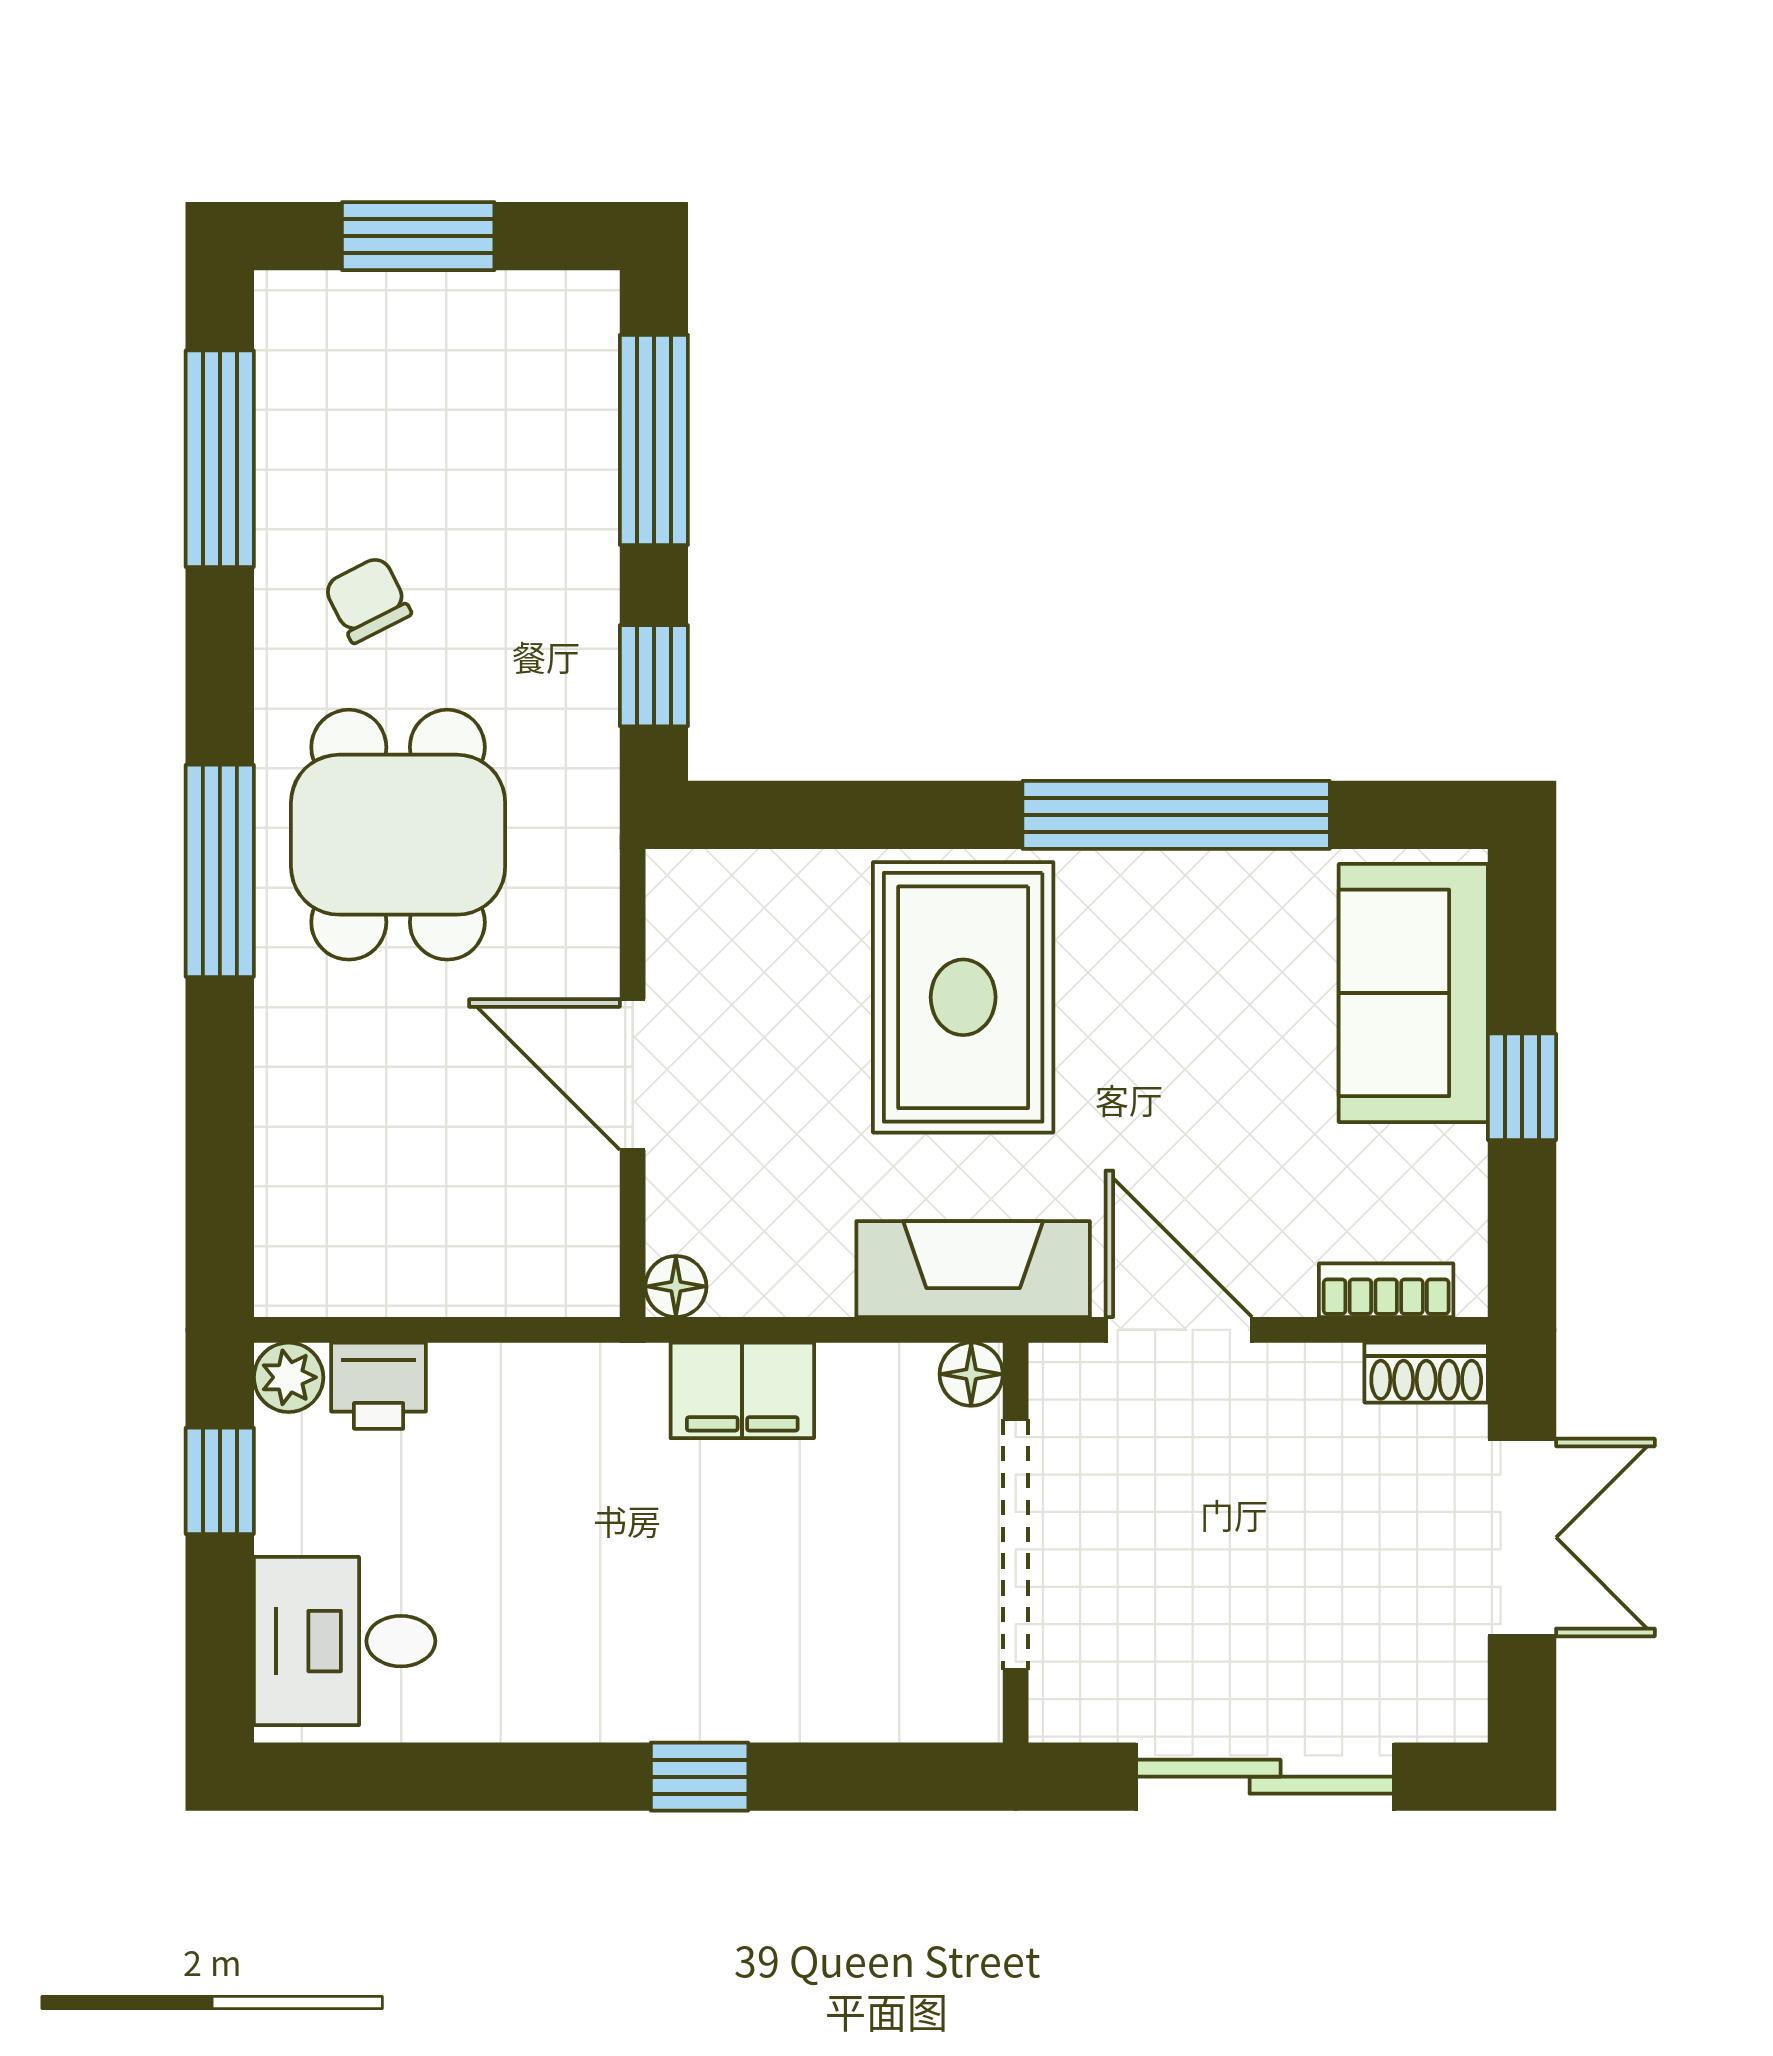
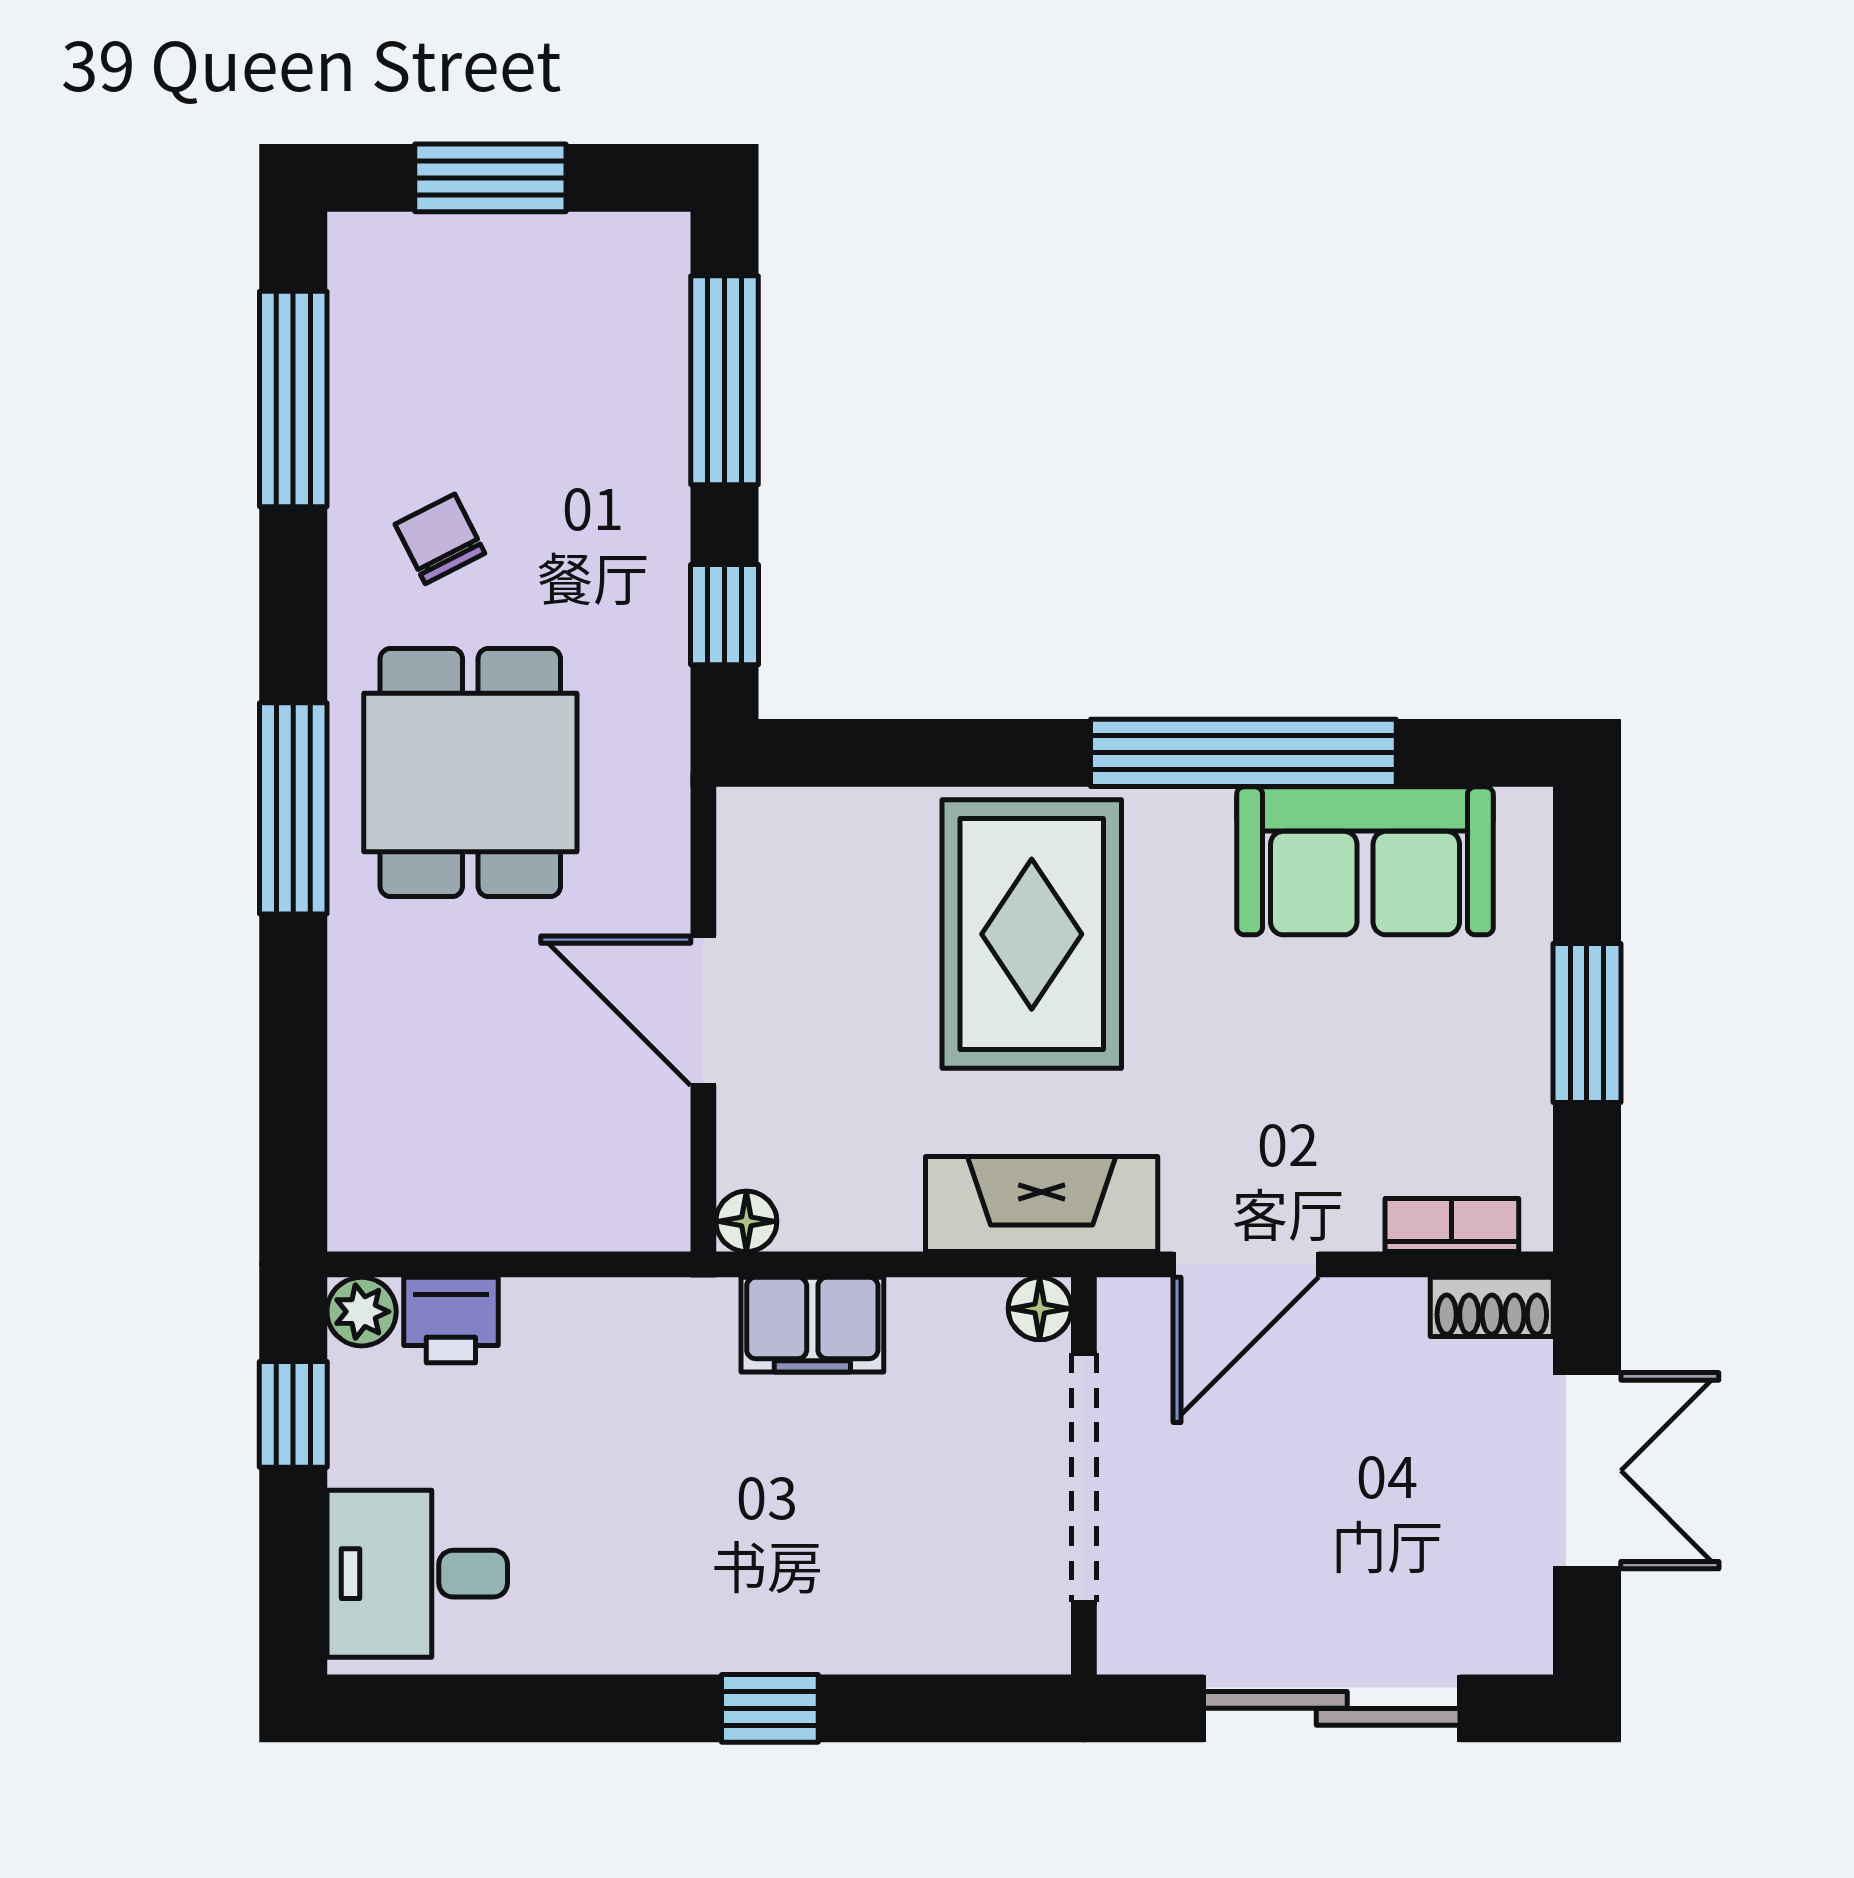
sofa: (1413, 993) -> (1365, 861), moved, turned -90
window: (1522, 1087) -> (1587, 1023), width x1.50
door: (1179, 1330) -> (1246, 1264), swing flipped

